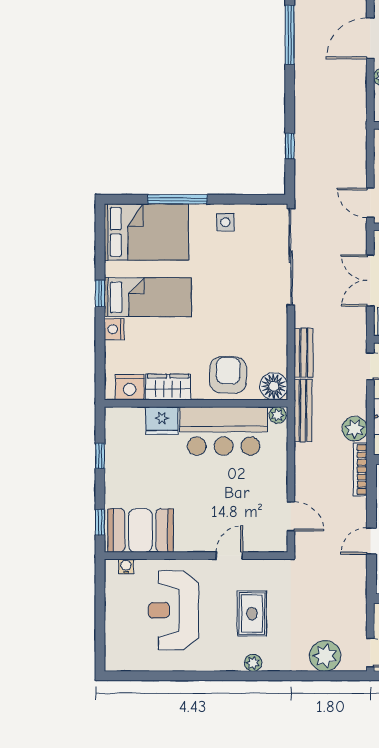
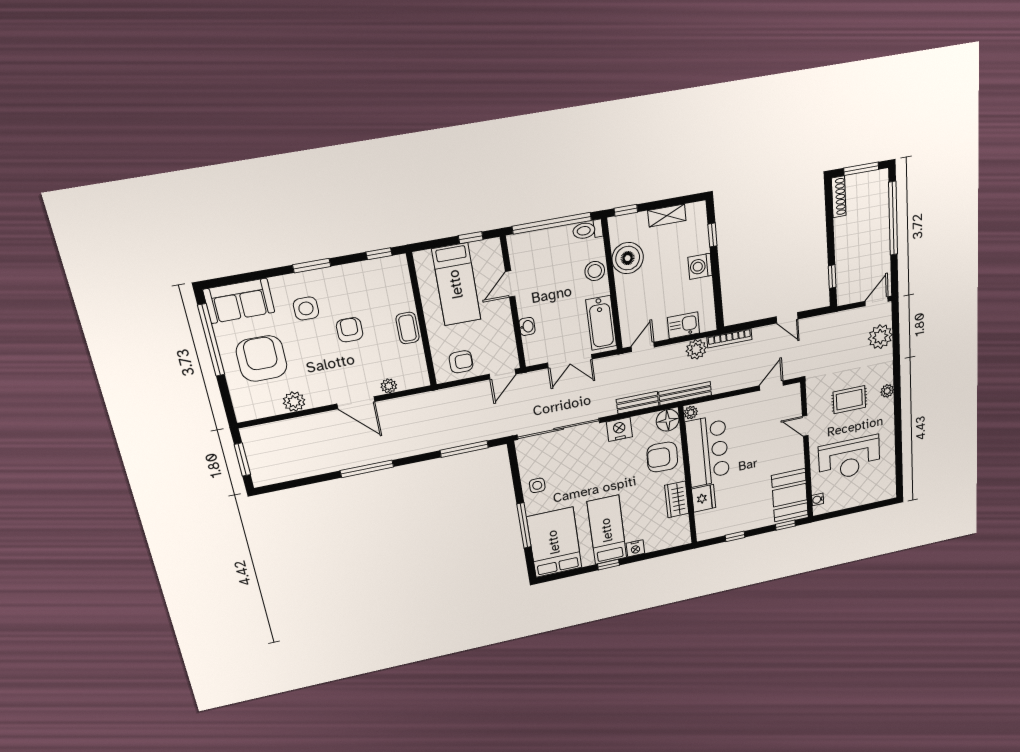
window: (290, 146) -> (464, 449), width x2.17
nightstand: (130, 387) -> (619, 429), moved, turned -90

